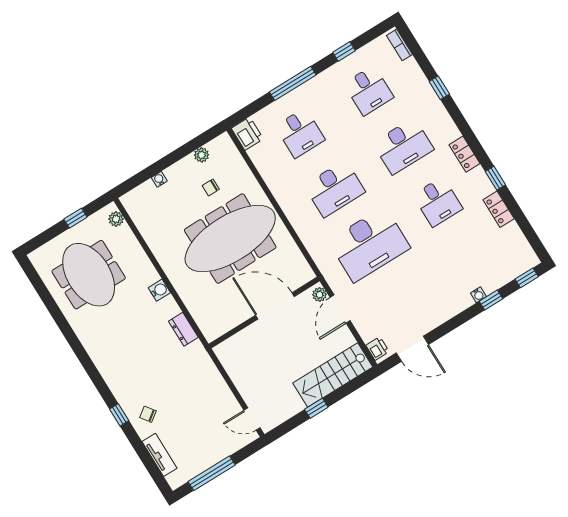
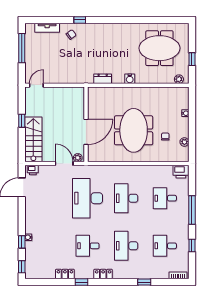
meeting table: (230, 239) -> (134, 130), width x0.73

